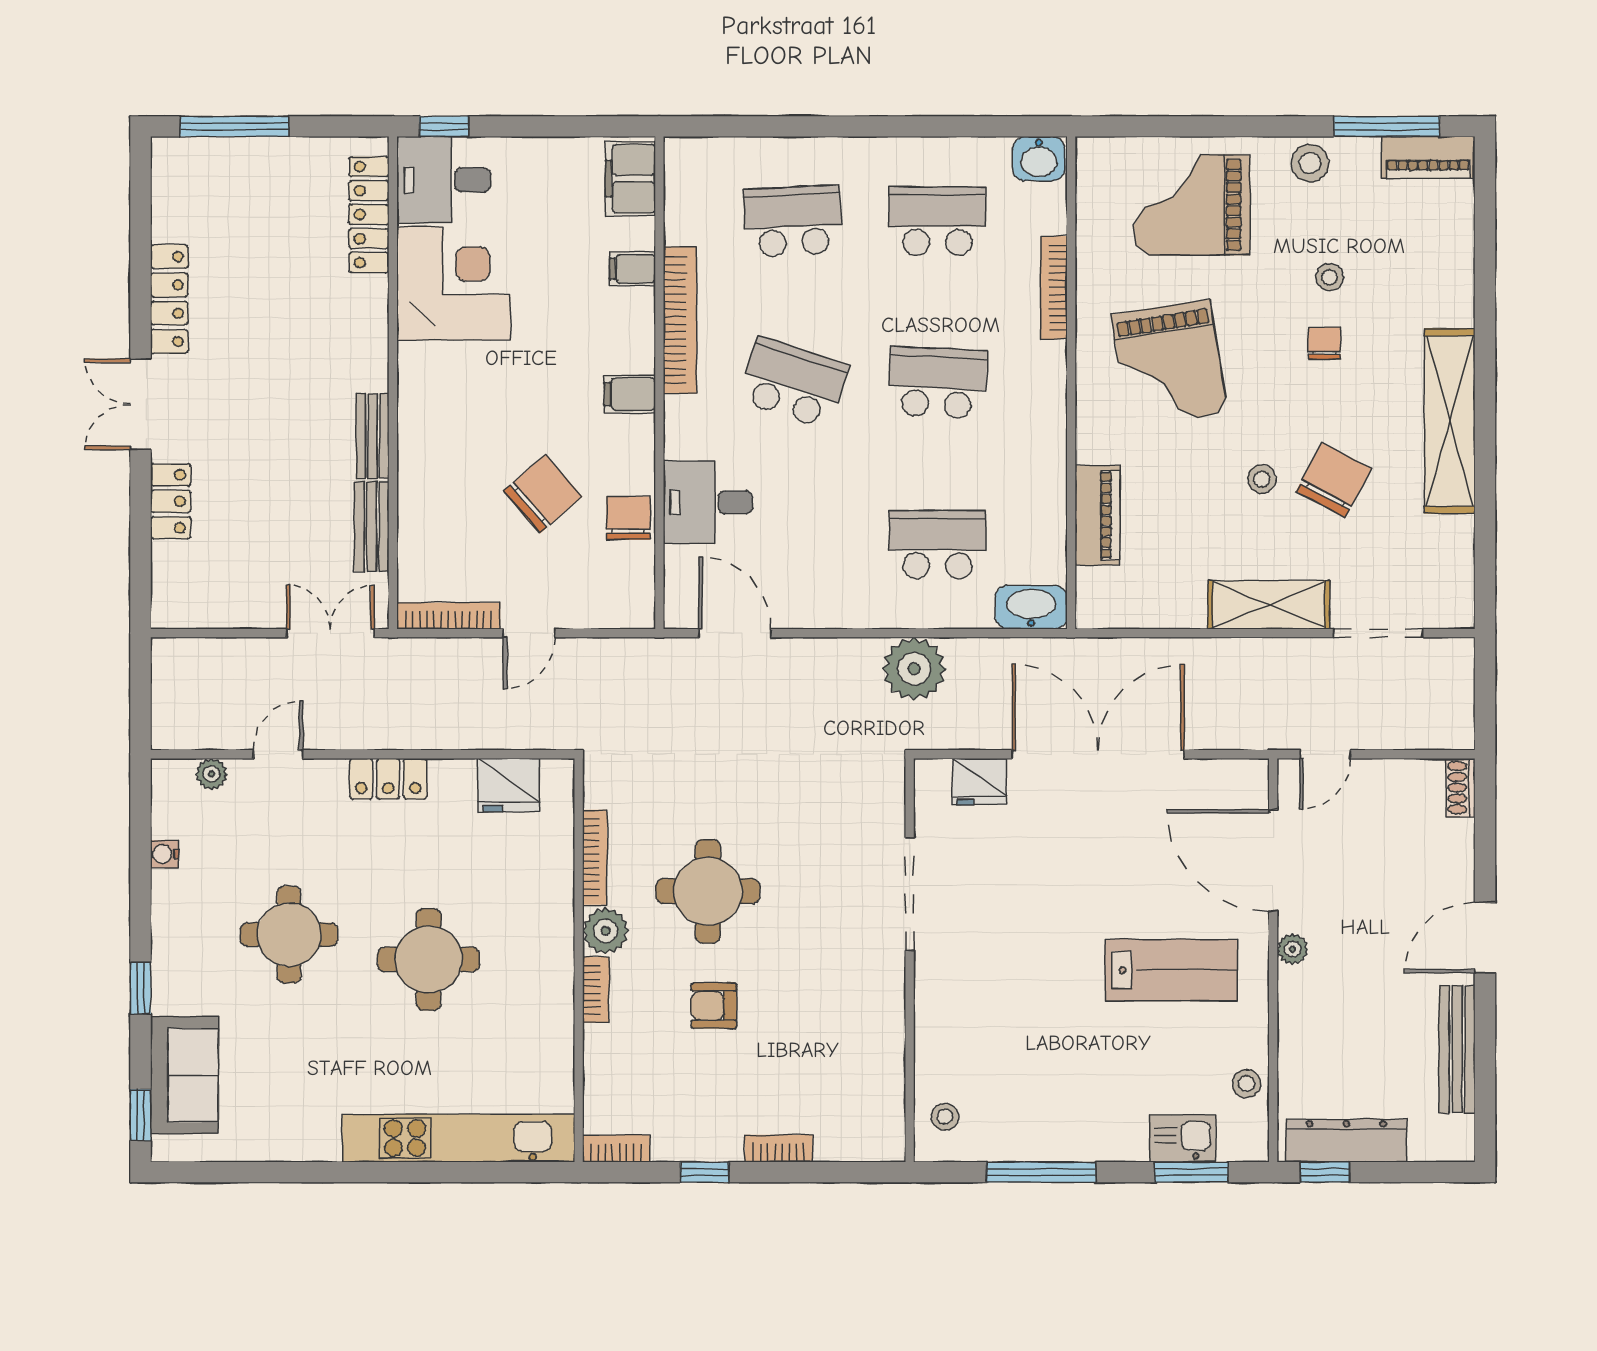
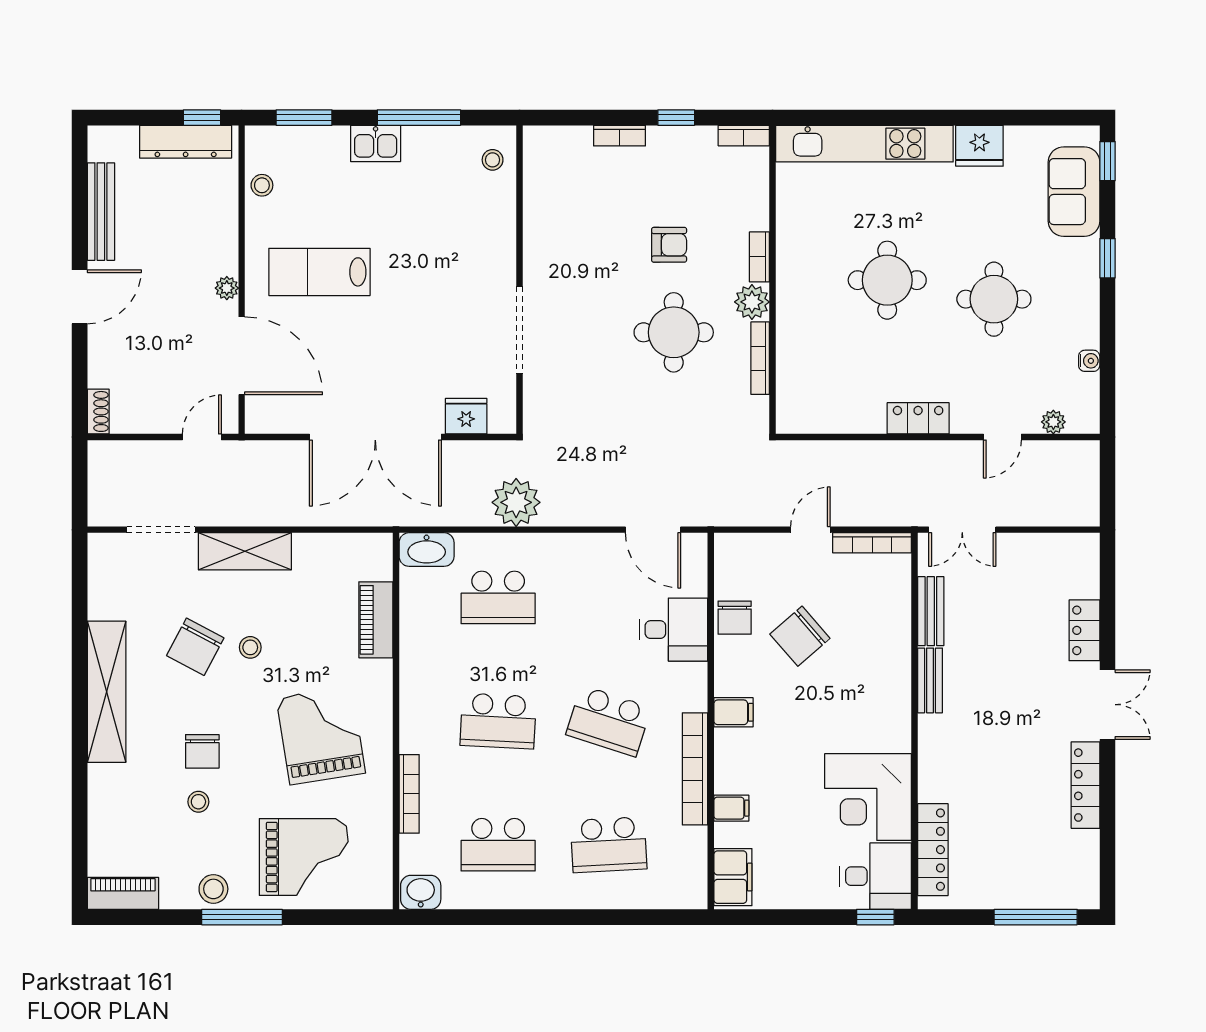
window: (1387, 126) -> (242, 917), moved
chair: (1324, 343) -> (202, 751), width x1.37, depth x1.37
fridge: (509, 785) -> (979, 146), moved, turned 180
kitchen sink: (1183, 1138) -> (376, 143), moved

